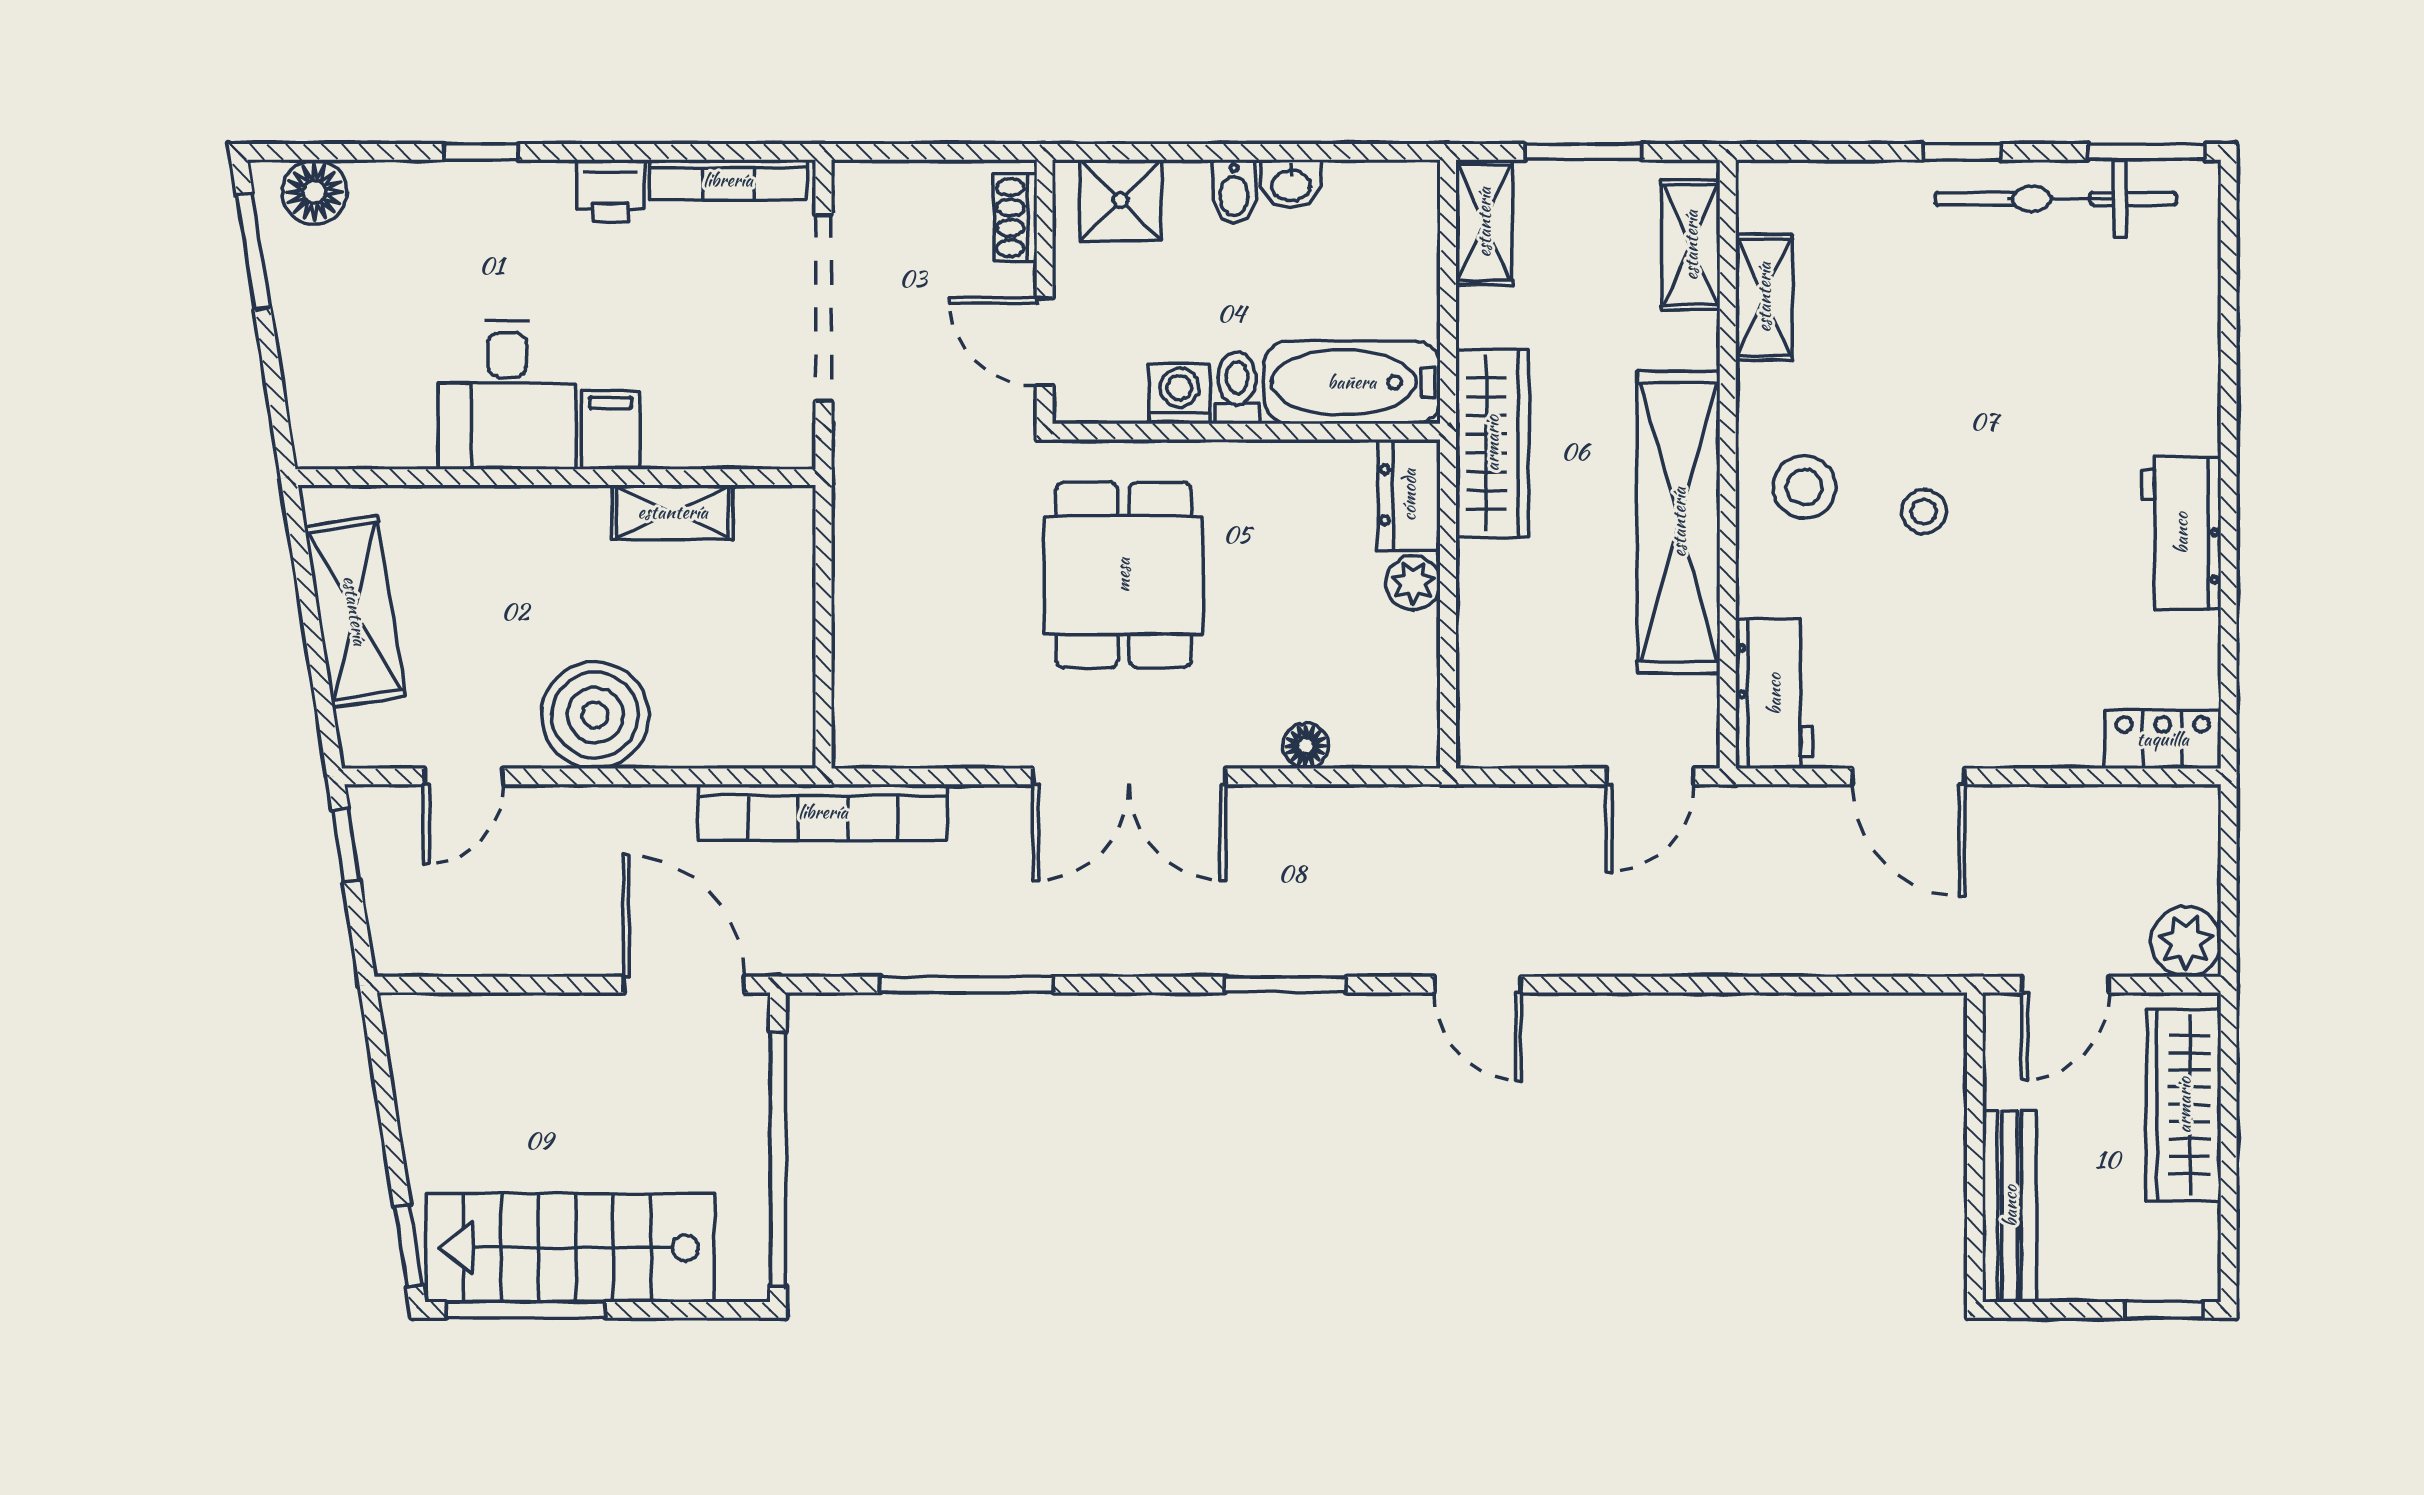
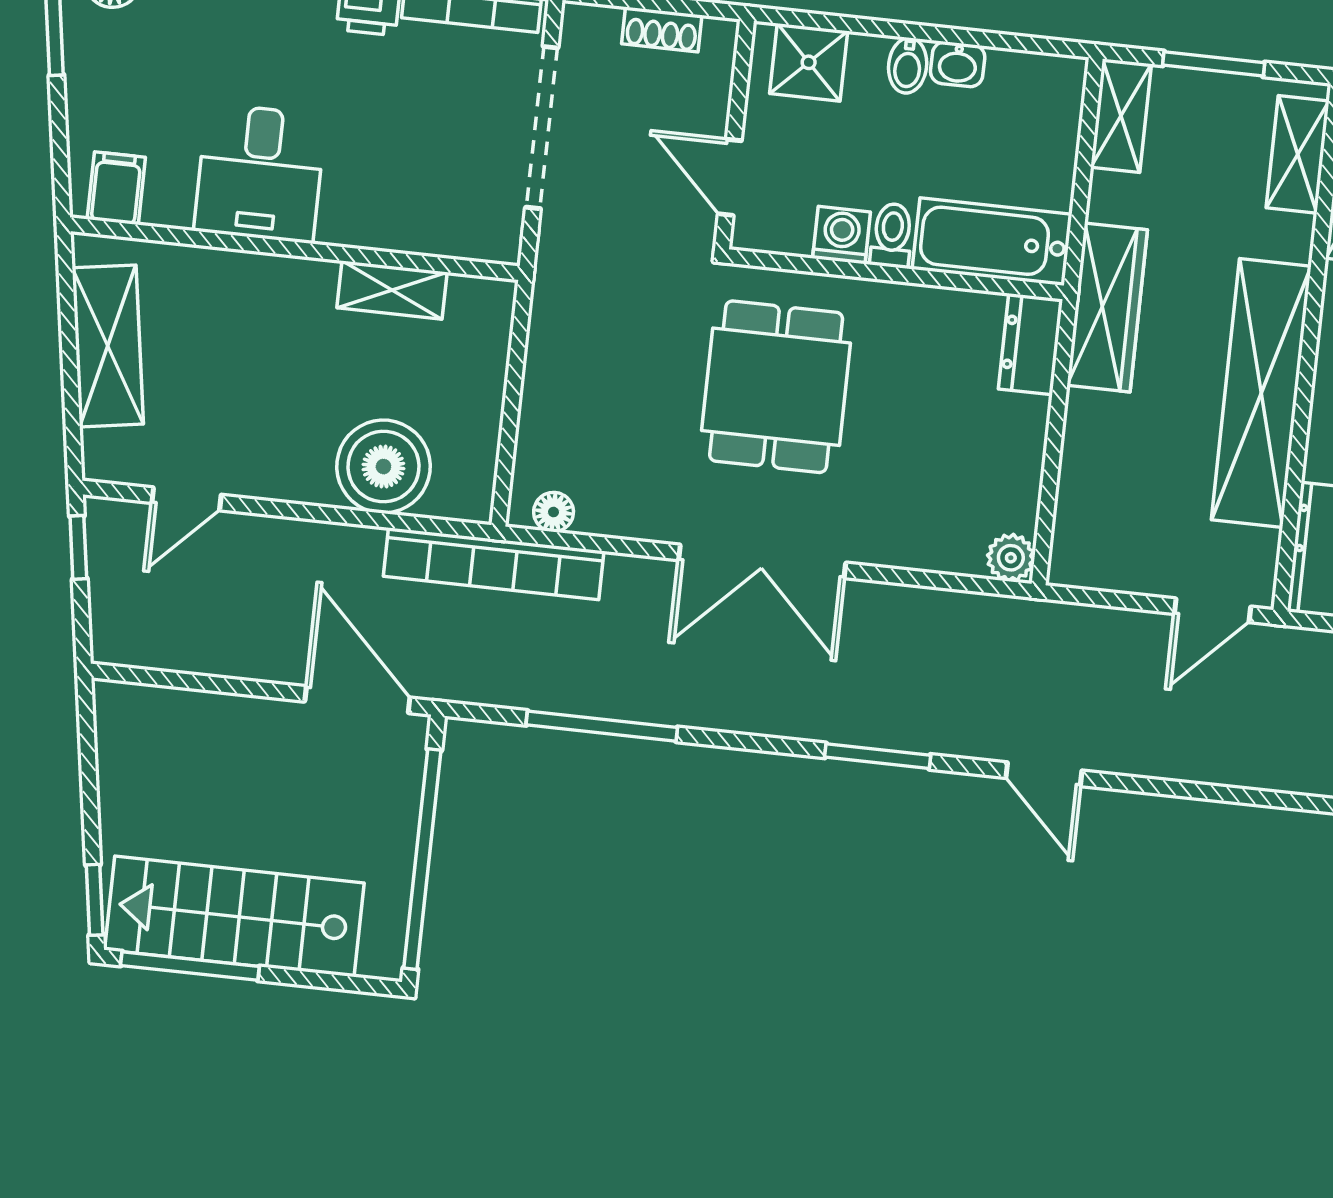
shoe rack: (1015, 218) -> (662, 30), moved, turned -90
filing cabinet: (611, 430) -> (116, 188), moved
plant: (1413, 583) -> (1011, 558), moved
boiler: (595, 715) -> (383, 467), moved
floor lamp: (1306, 746) -> (554, 512), moved

